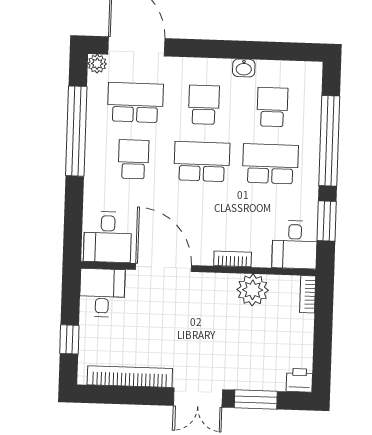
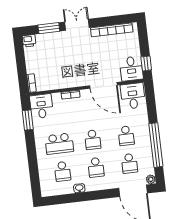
school desk: (135, 102) -> (129, 163), width x0.54
window: (329, 141) -> (32, 159), removed
school desk: (202, 162) -> (93, 140), width x0.54
plant: (253, 290) -> (59, 81), removed
window: (69, 339) -> (146, 63), moved

